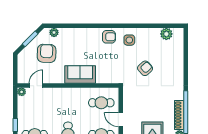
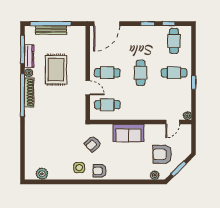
armchair: (47, 53) -> (162, 154), turned 88
armchair: (145, 68) -> (93, 144), moved

